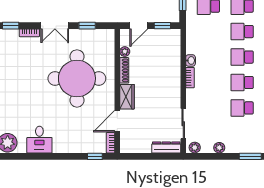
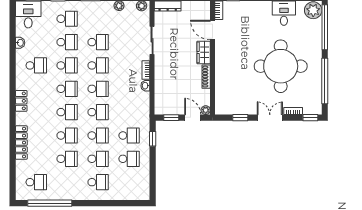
door: (139, 26) -> (193, 118), hinge flipped
plant: (125, 52) -> (206, 110), moved
round table: (77, 78) -> (281, 66), moved
door: (117, 121) -> (213, 30), swing flipped
sliding door: (183, 124) -> (152, 40), moved

